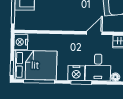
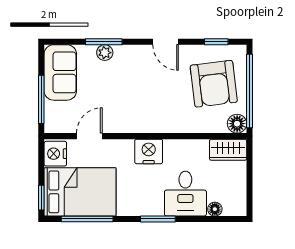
door: (94, 33) -> (89, 136), moved
nightstand: (76, 73) -> (149, 151), moved, turned 180

